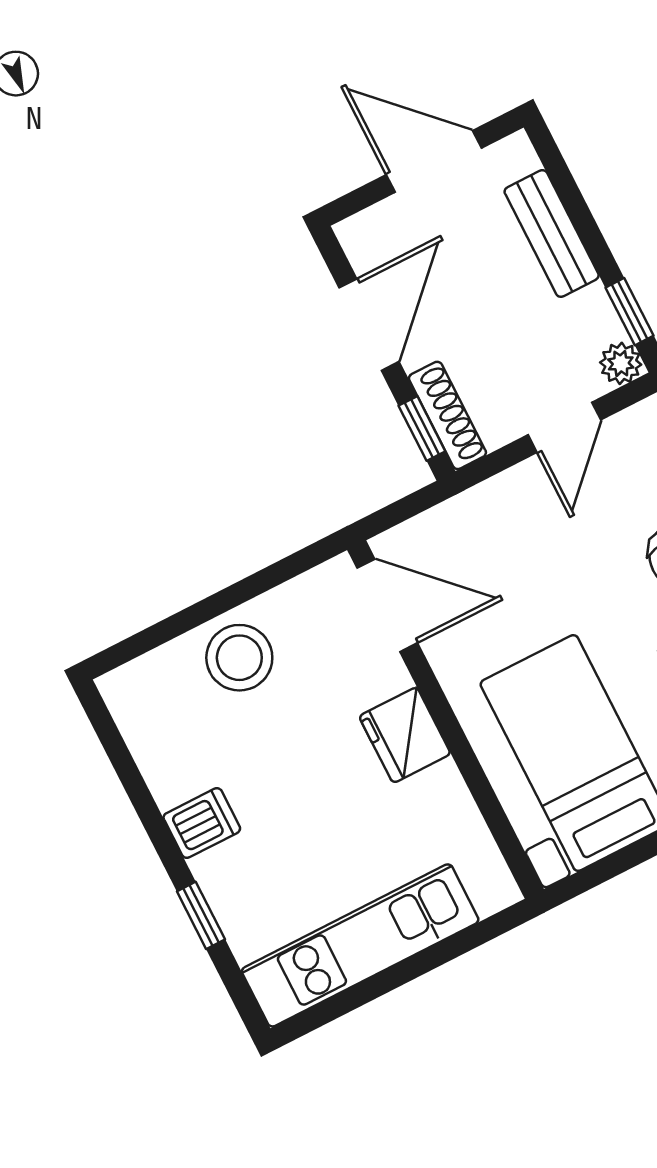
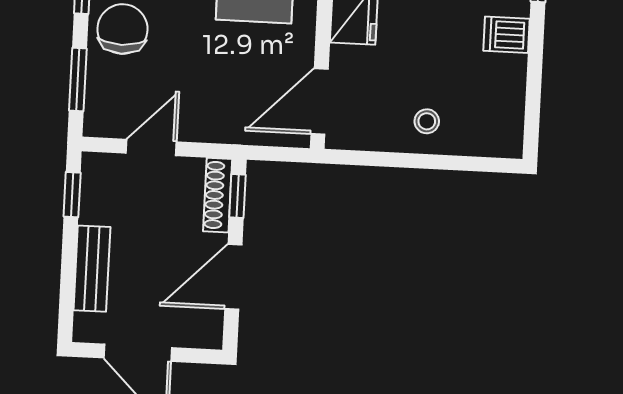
plant: (621, 363) -> (95, 166), removed
door: (387, 605) -> (320, 102), hinge flipped
stool: (239, 658) -> (427, 121), width x0.53, depth x0.53

